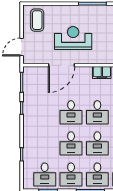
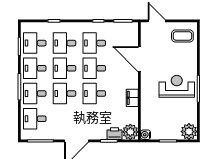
reception desk: (73, 38) -> (177, 86), moved, turned -90
desk: (45, 112) -> (94, 43), added
desk: (45, 143) -> (65, 43), added

